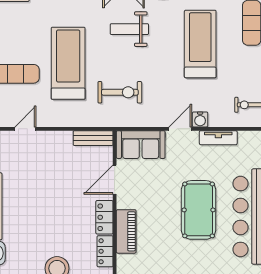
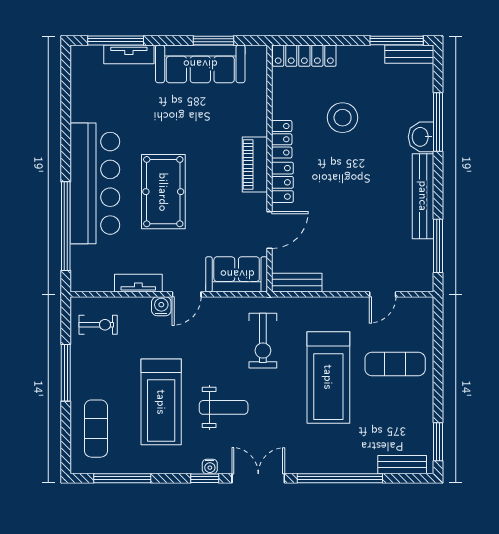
weight bench: (129, 29) -> (224, 407), moved
exercise bike: (120, 92) -> (263, 341), turned -90

